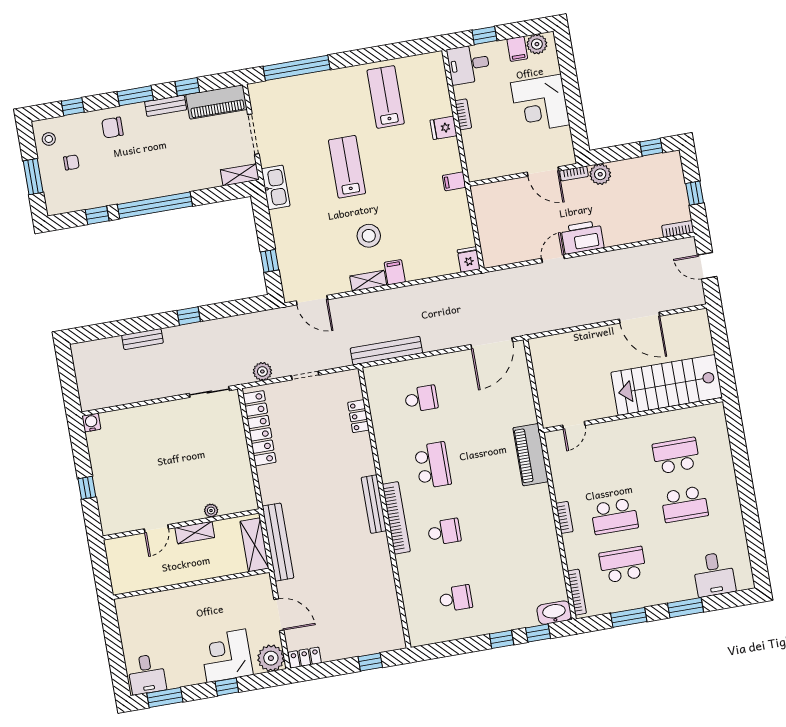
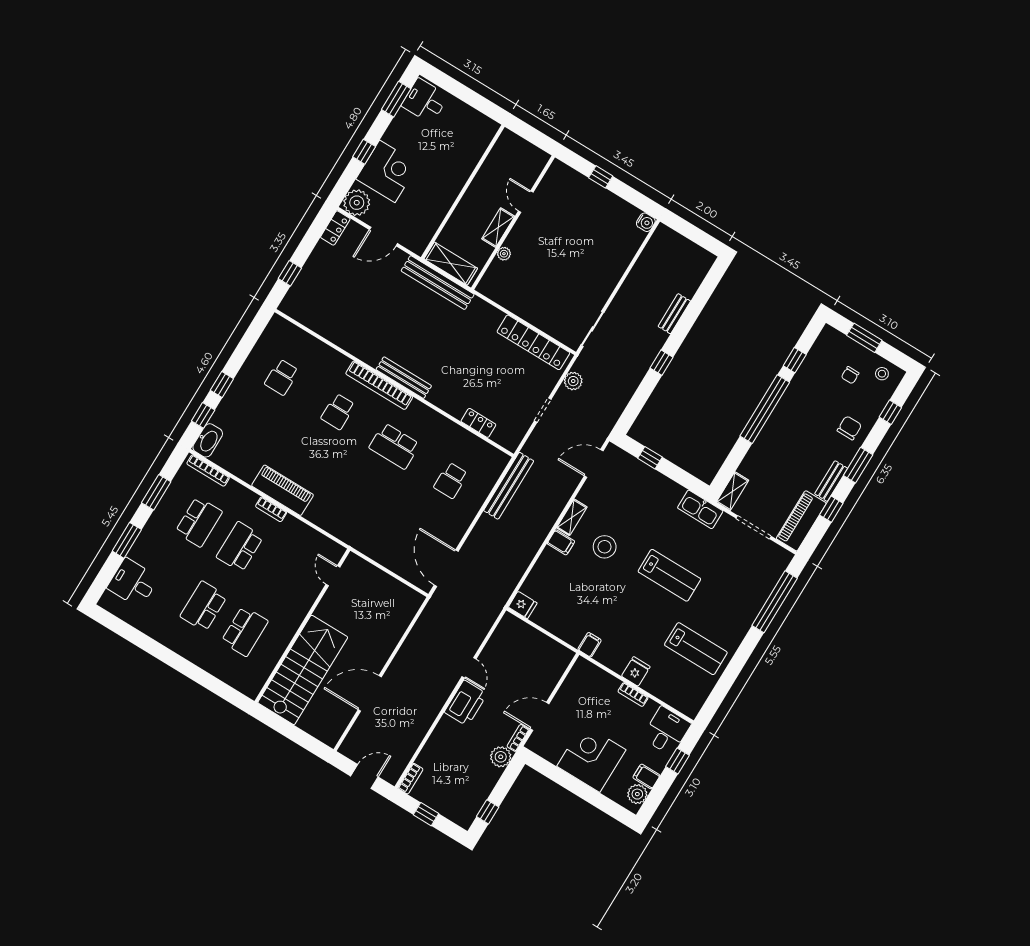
piano: (531, 455) -> (283, 490), moved

